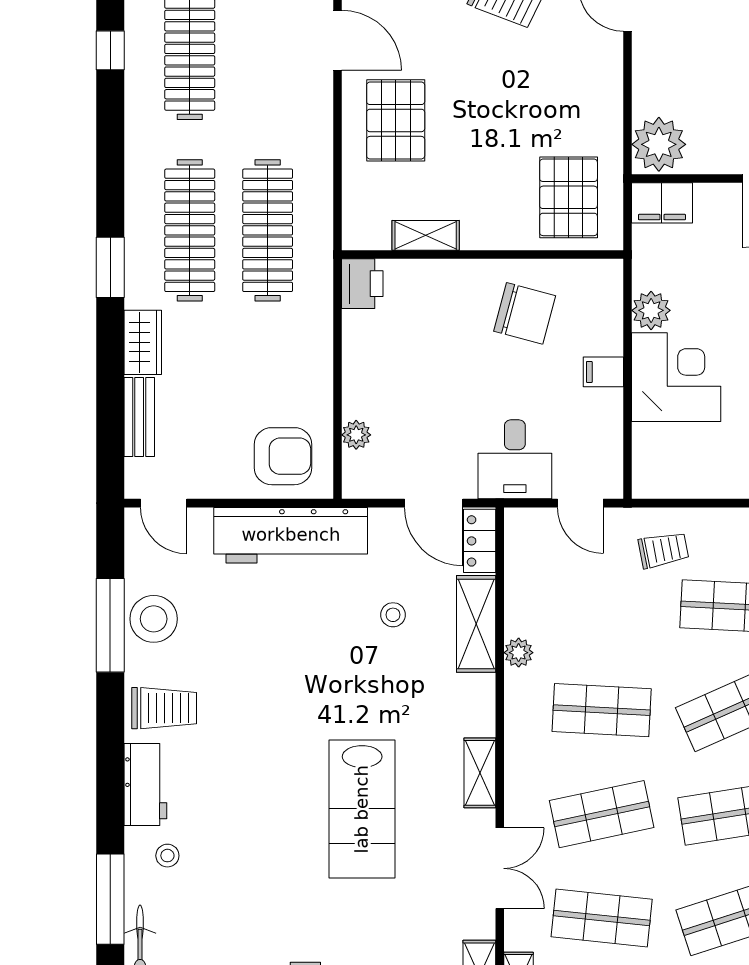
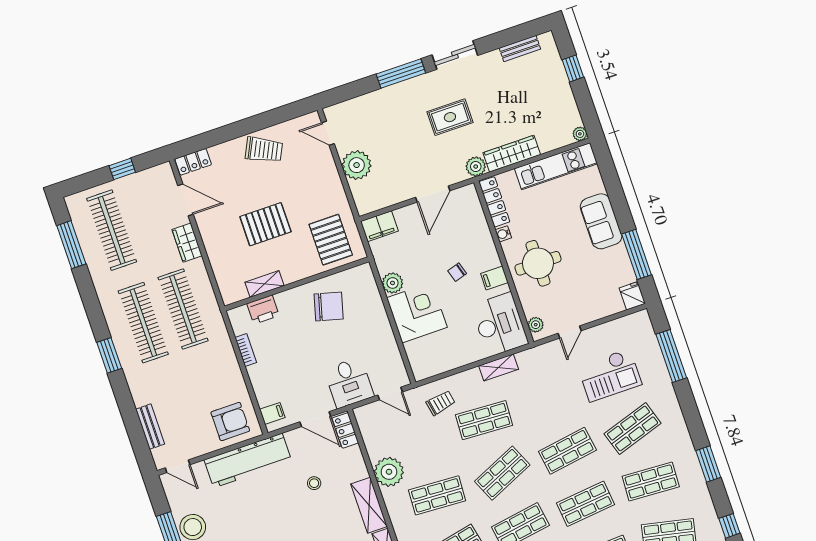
window: (110, 50) -> (71, 245), width x2.17
pallet: (396, 120) -> (265, 224), moved, turned 90
plant: (659, 144) -> (357, 165), moved
printer: (362, 284) -> (263, 310), moved, turned 90
bookcase: (353, 340) -> (246, 350), added
wardrobe: (143, 342) -> (187, 243), moved, turned 180
filing cabinet: (603, 372) -> (272, 413), moved, turned 180
plant: (356, 435) -> (264, 398), removed
shelving: (476, 624) -> (369, 505), moved
plant: (519, 653) -> (389, 472), width x1.88, depth x1.88

